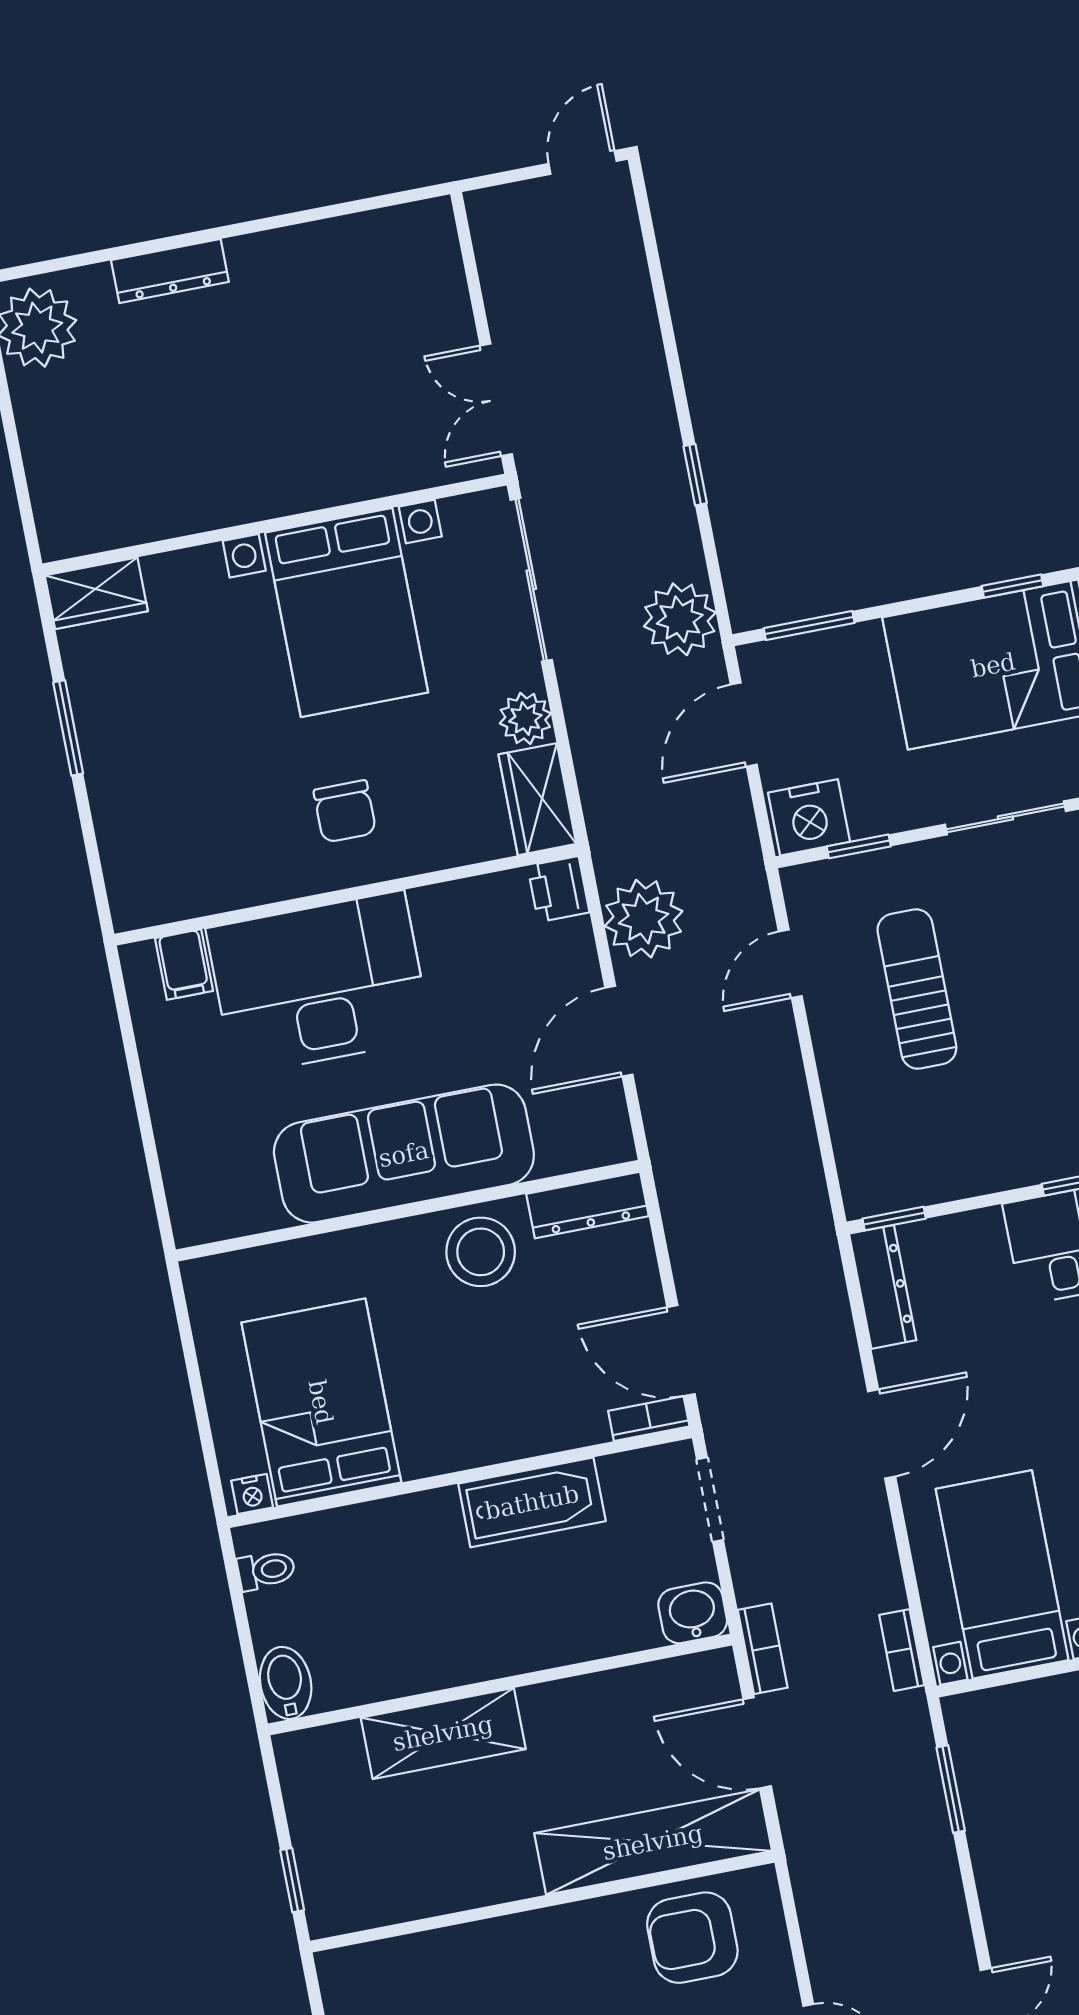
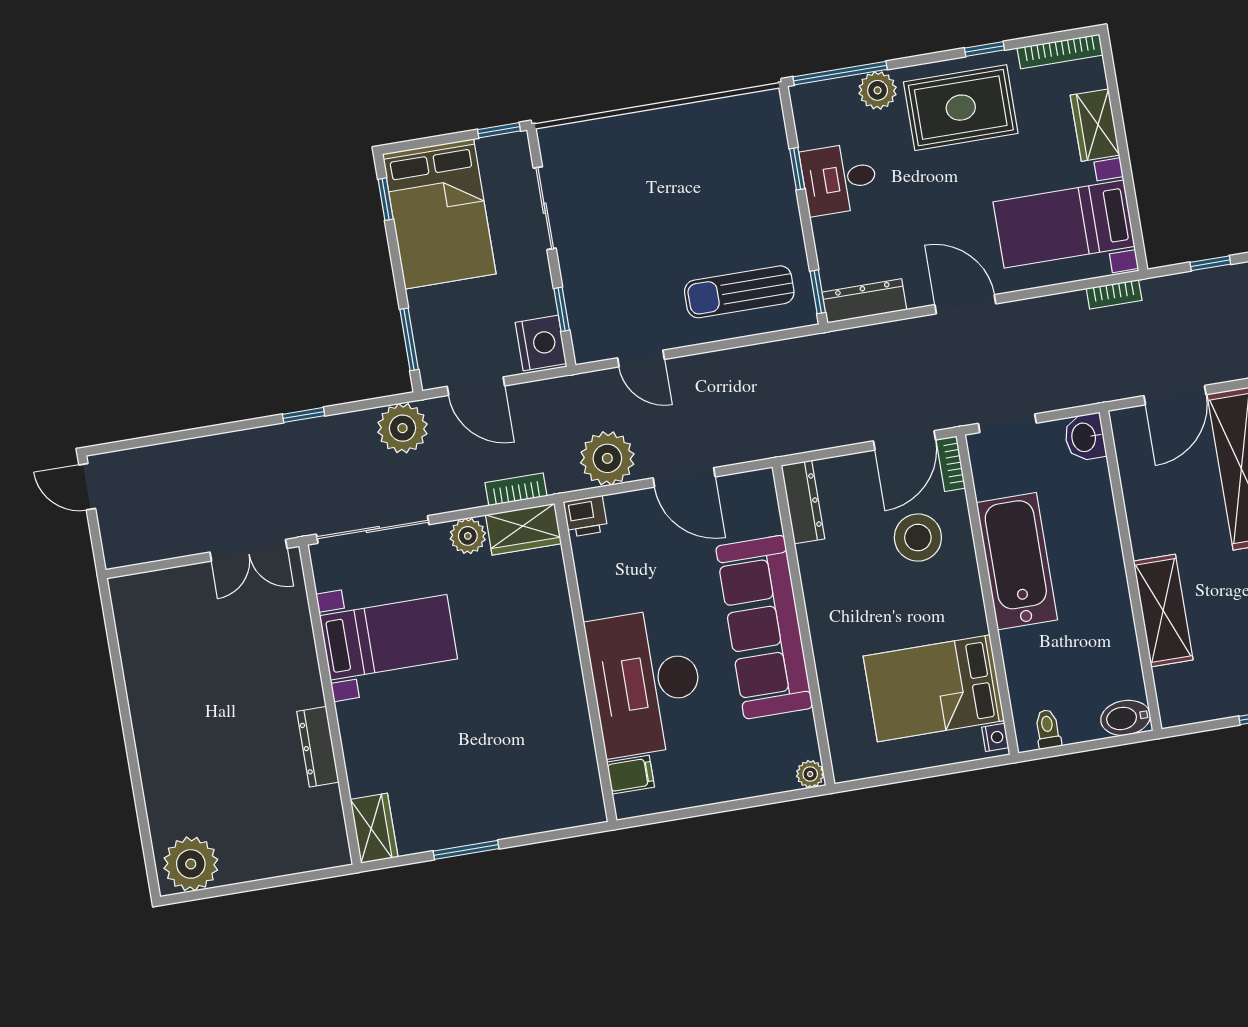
dresser: (170, 271) -> (318, 747), moved, turned 180
bed with nightstands: (347, 612) -> (389, 637), width x0.73
chair: (345, 811) -> (528, 662), removed
sun lounger: (917, 989) -> (739, 292), moved
plant: (192, 1226) -> (810, 774), added
stool: (481, 1252) -> (918, 538), moved
bathtub: (532, 1502) -> (1017, 561), width x1.36, depth x1.36
bookcase: (763, 1649) -> (516, 489), moved
window: (951, 1789) -> (1210, 263), width x0.67

